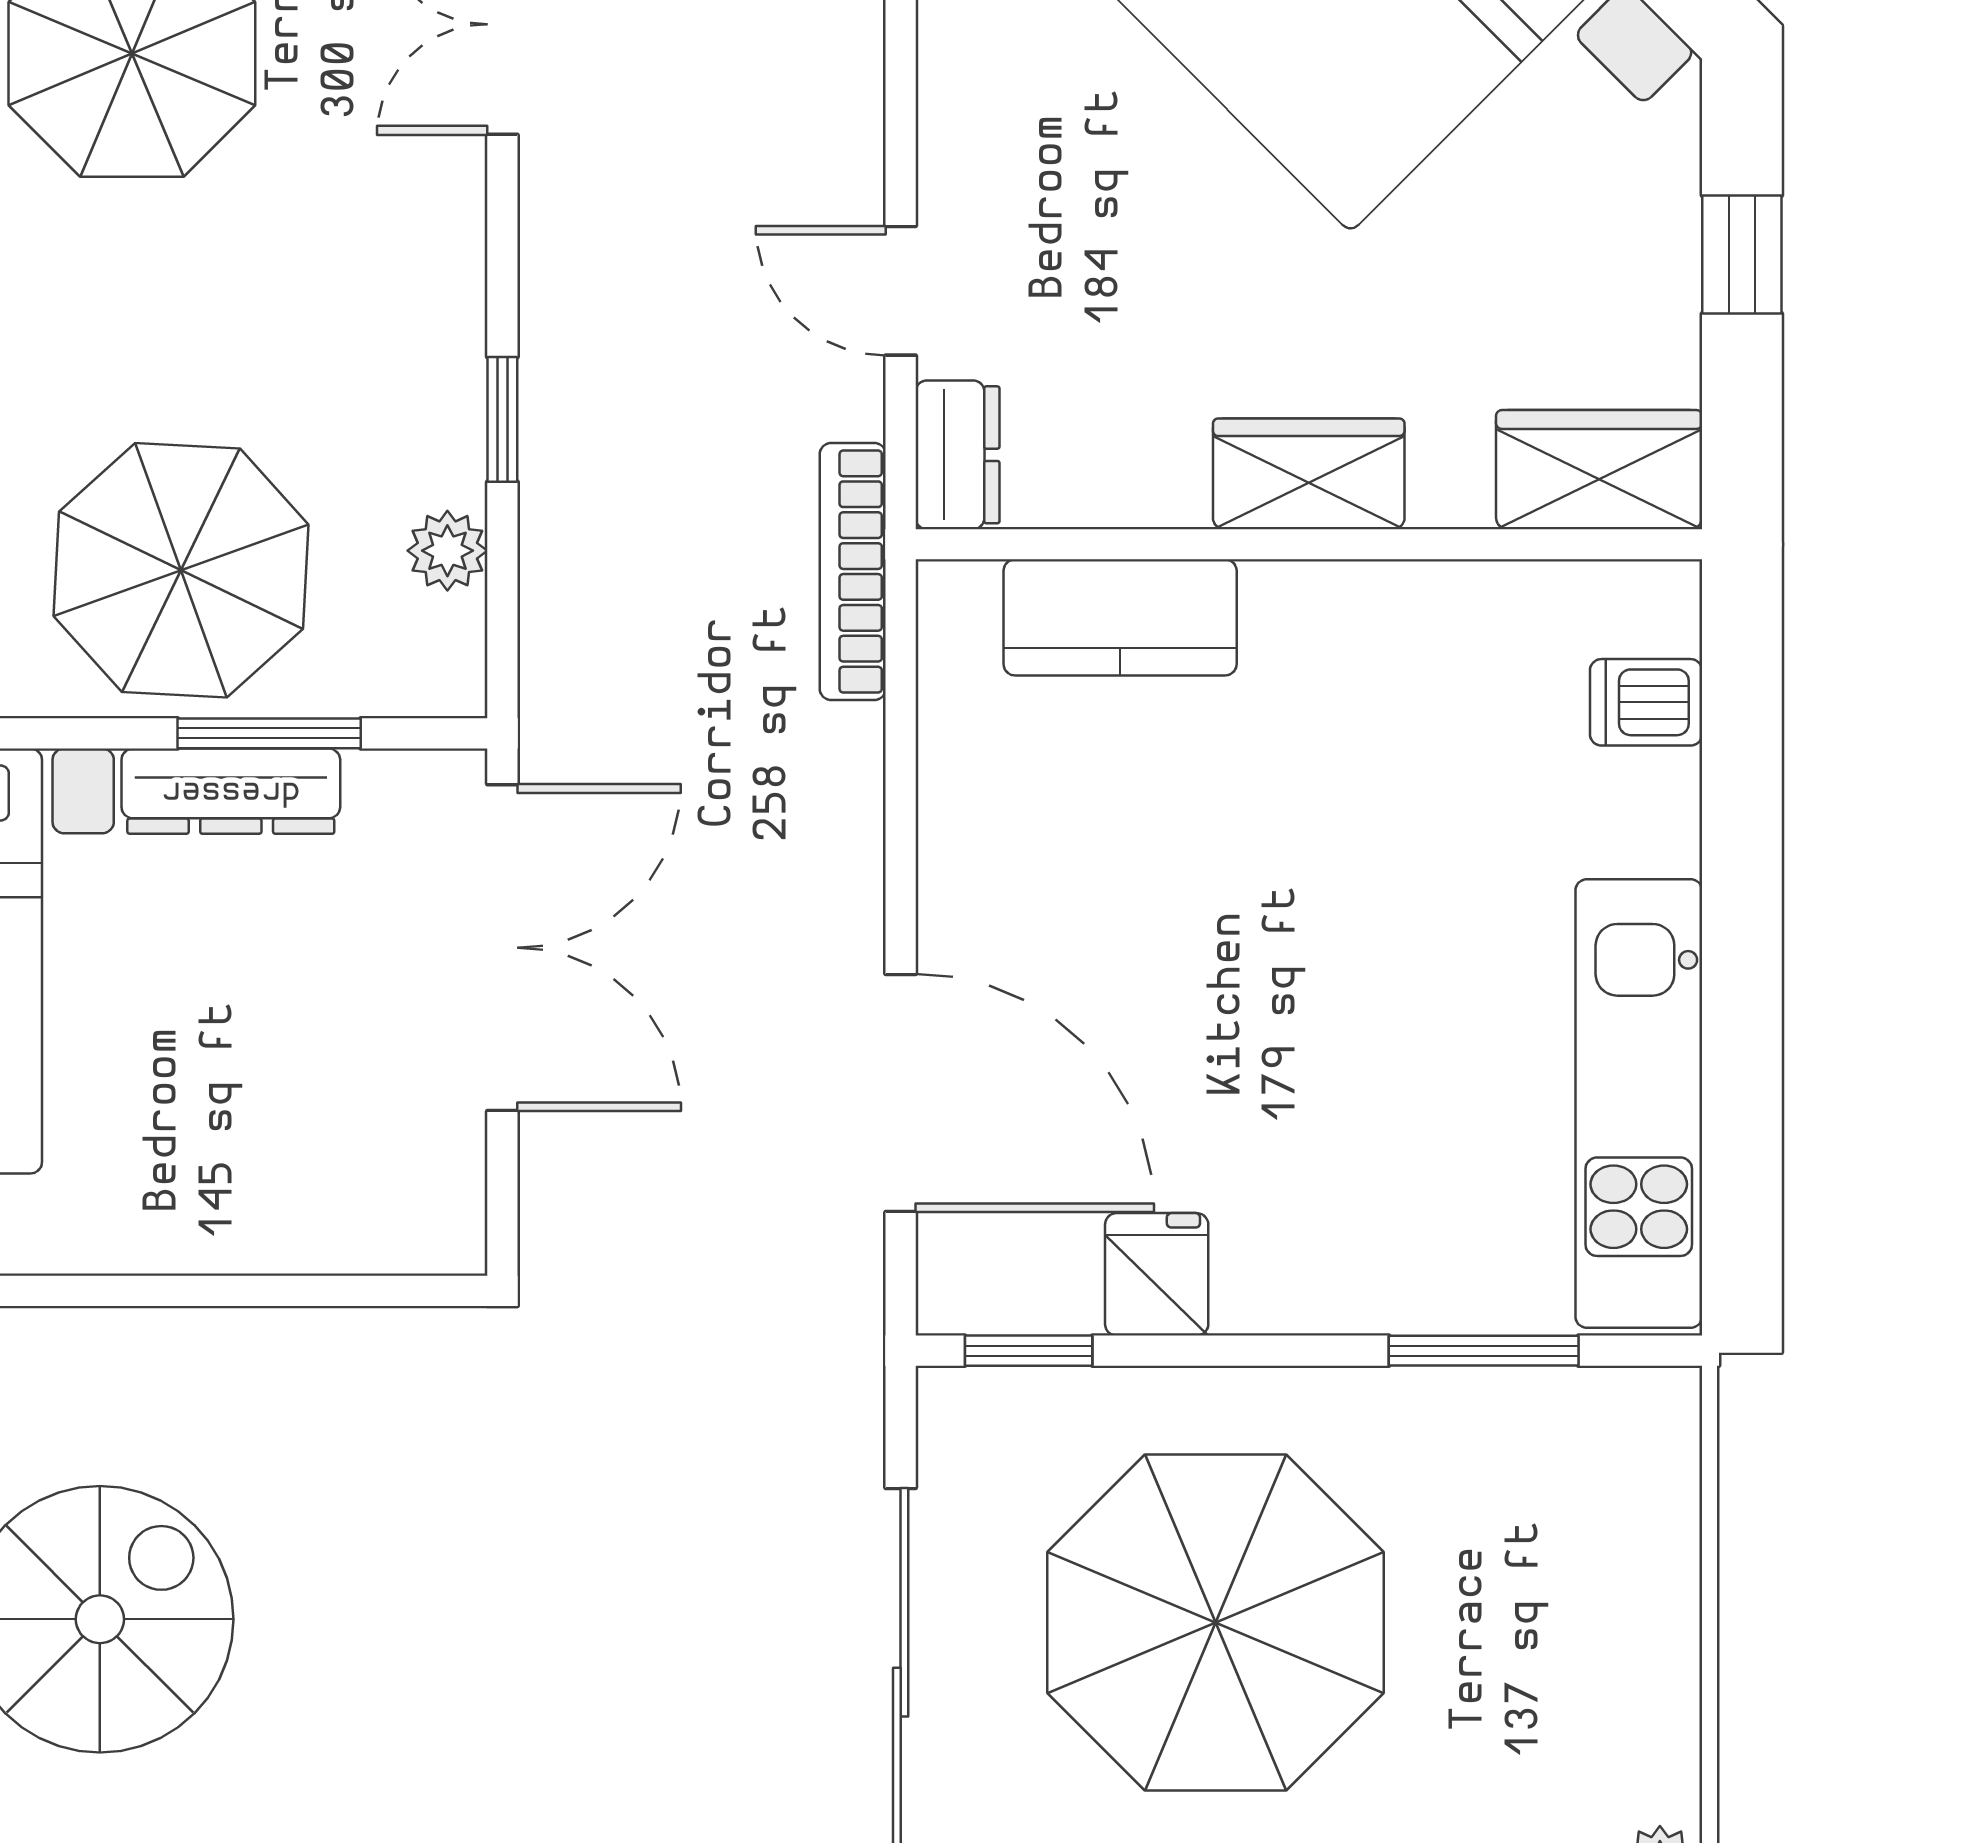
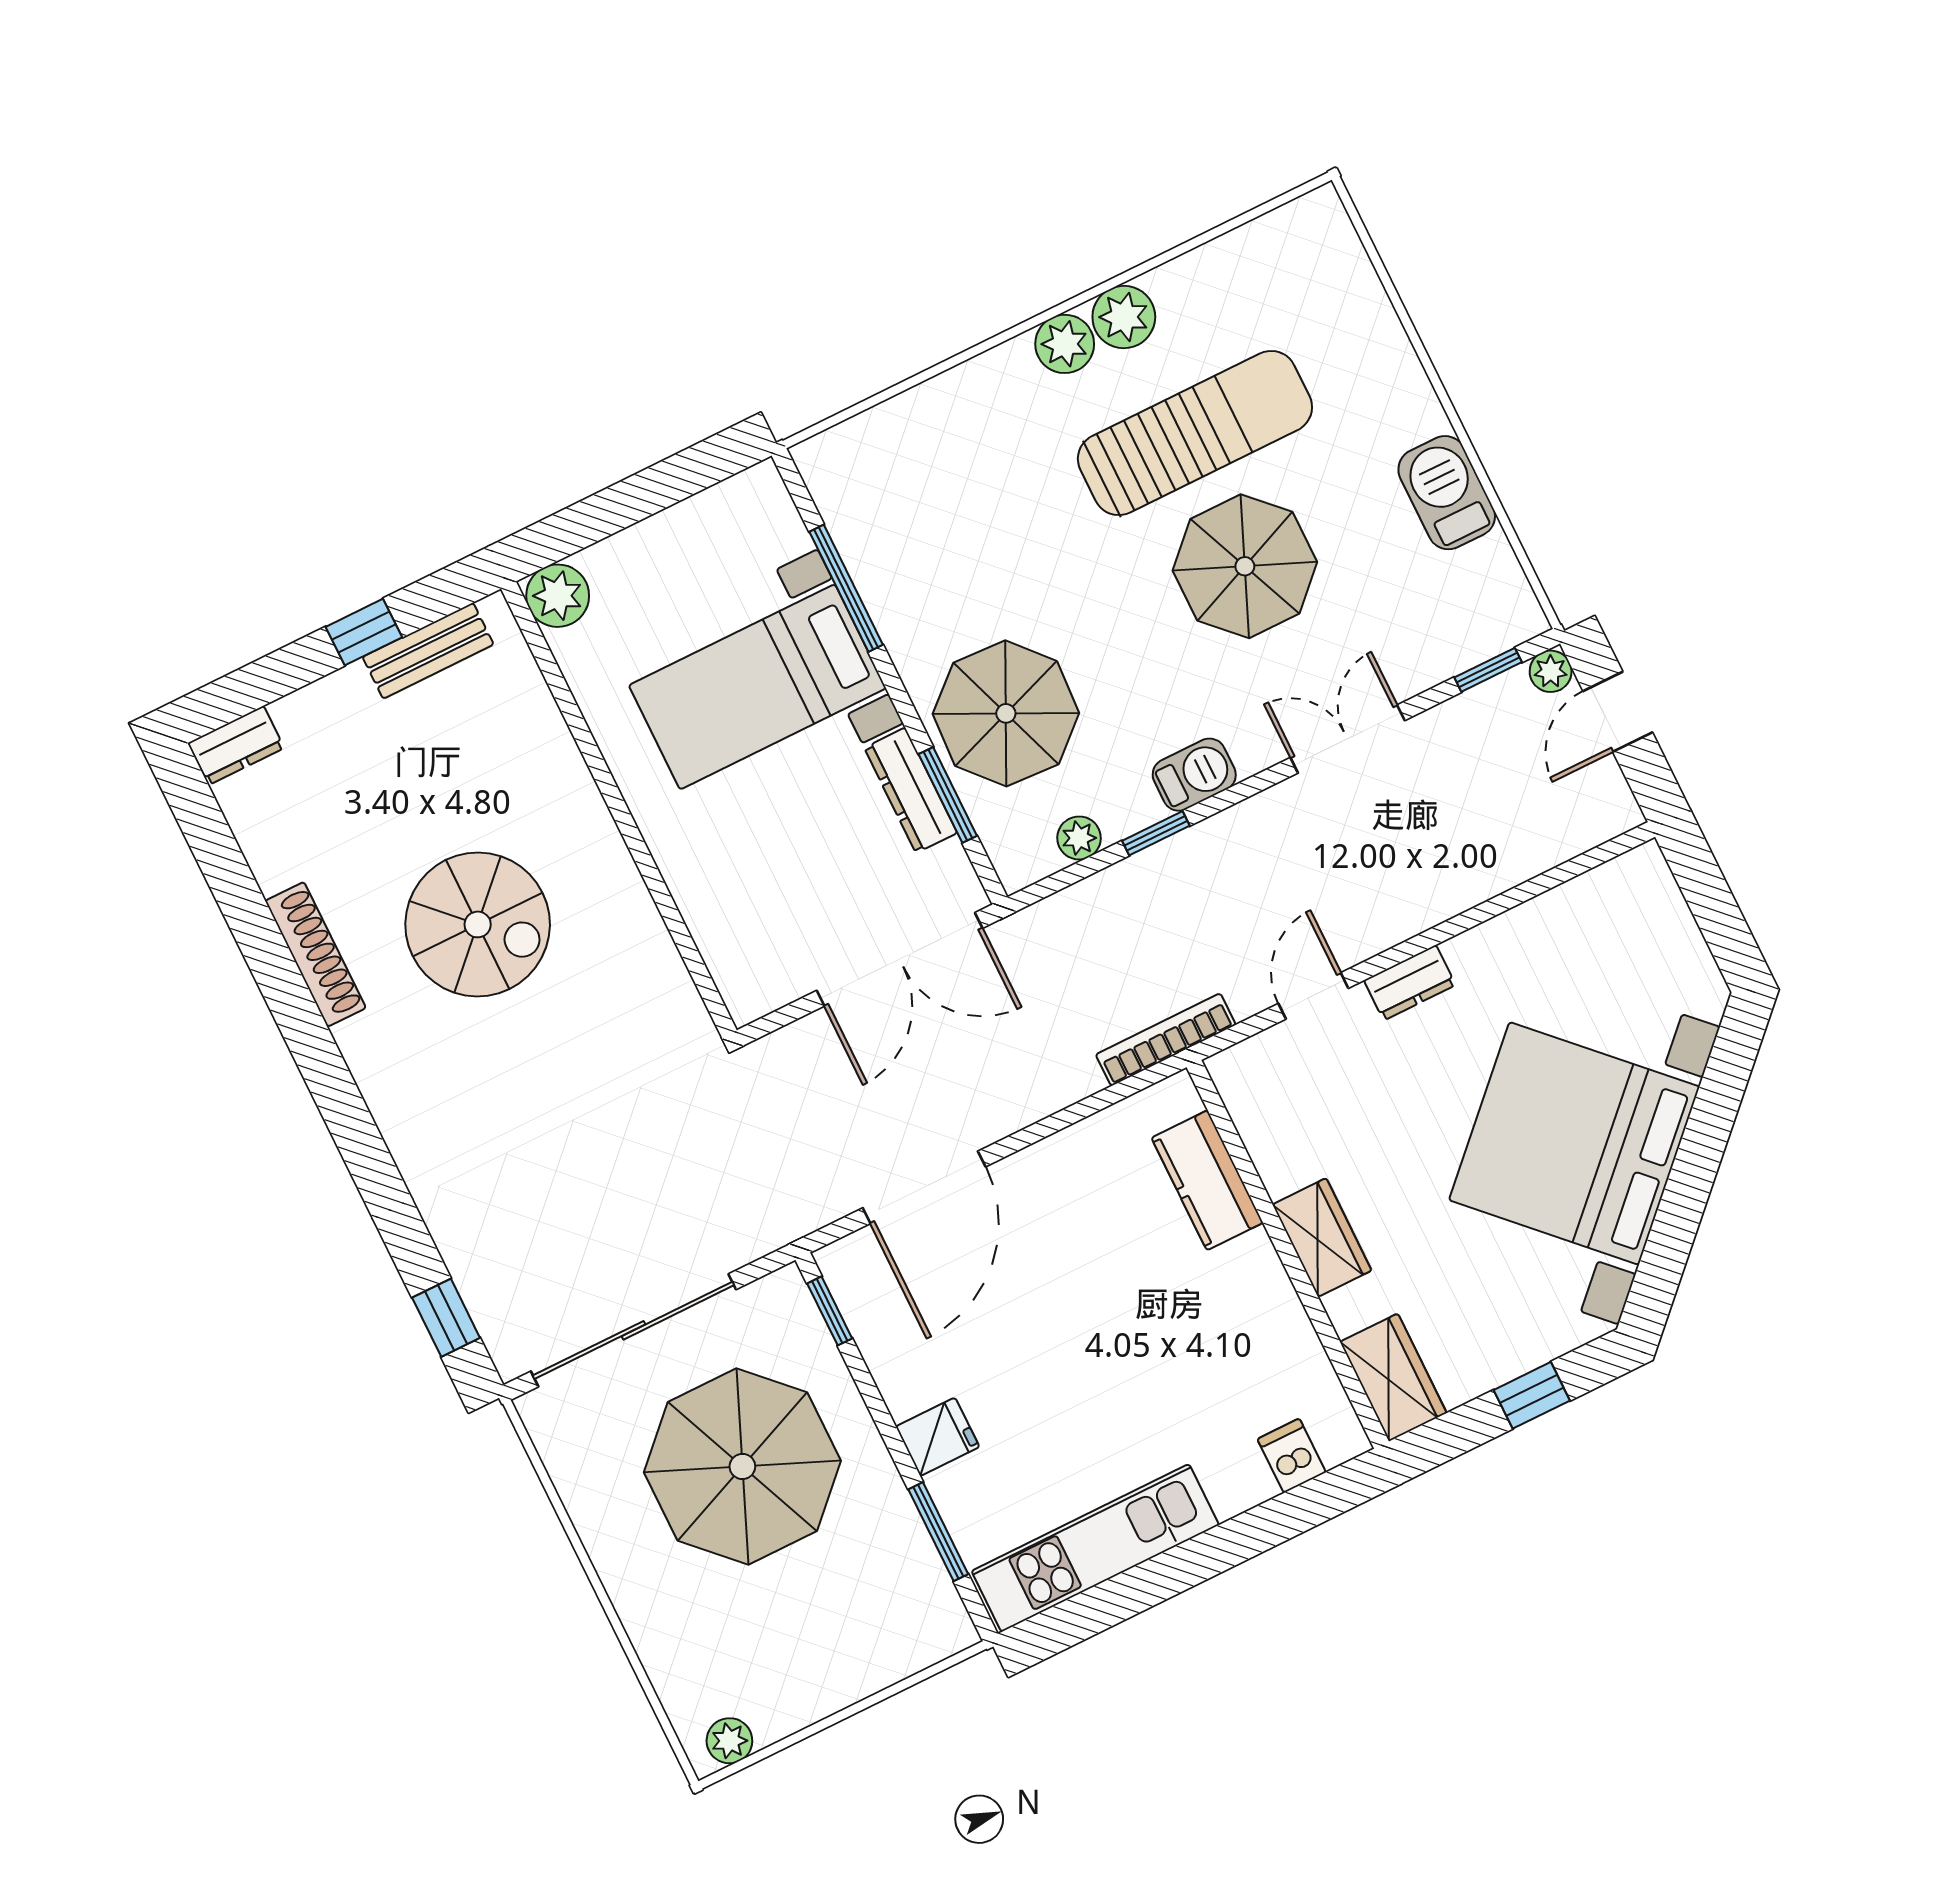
barbecue: (436, 308) -> (1194, 775), added
dresser: (957, 455) -> (1410, 983), moved
fridge: (1157, 1274) -> (938, 1437), moved

